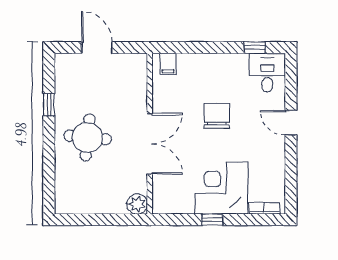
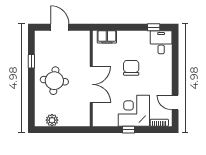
filing cabinet: (168, 64) -> (107, 37), width x2.00
door: (291, 123) -> (175, 103), moved
plant: (137, 204) -> (52, 120), moved

